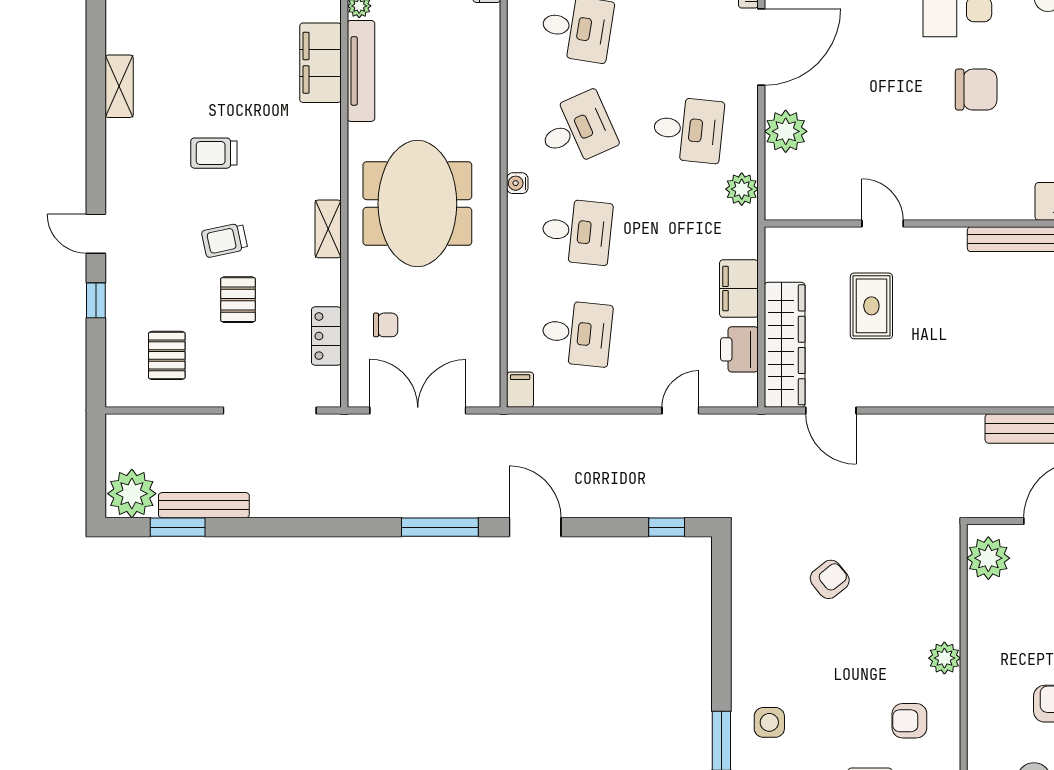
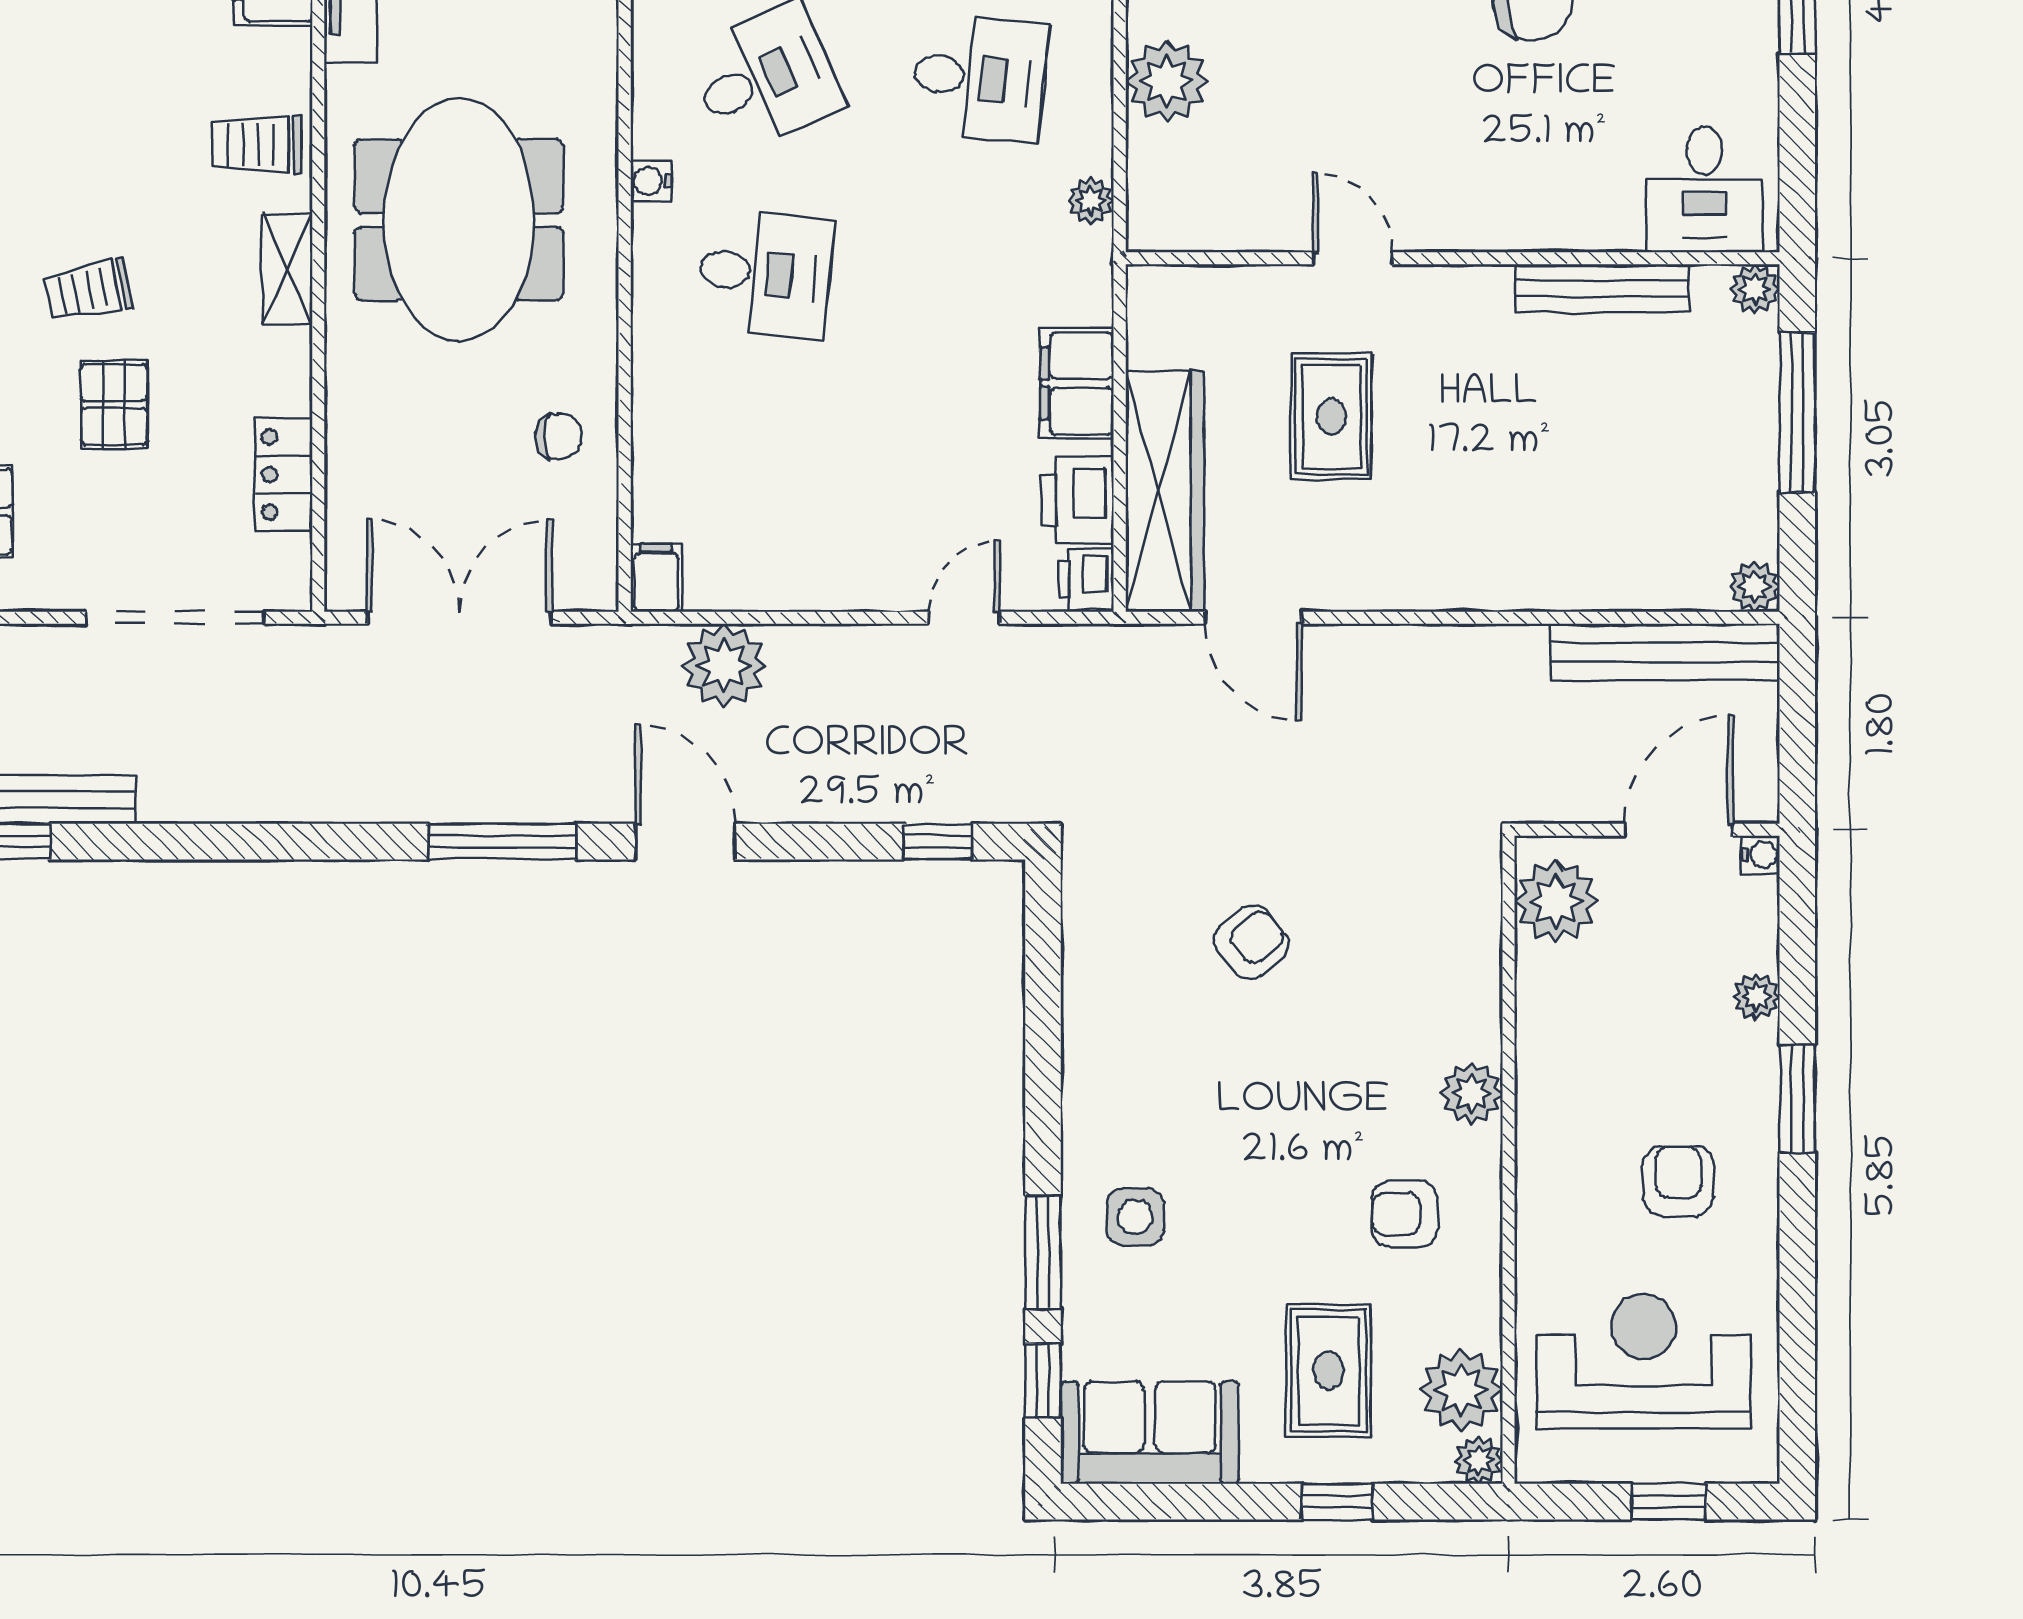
trolley: (214, 153) -> (257, 145), moved
plant: (742, 189) -> (1091, 201), width x0.73, depth x0.73
chair: (386, 325) -> (559, 437), moved
desk: (577, 333) -> (765, 469), removed
printer: (744, 390) -> (1086, 579), added
plant: (555, 435) -> (724, 666), added

